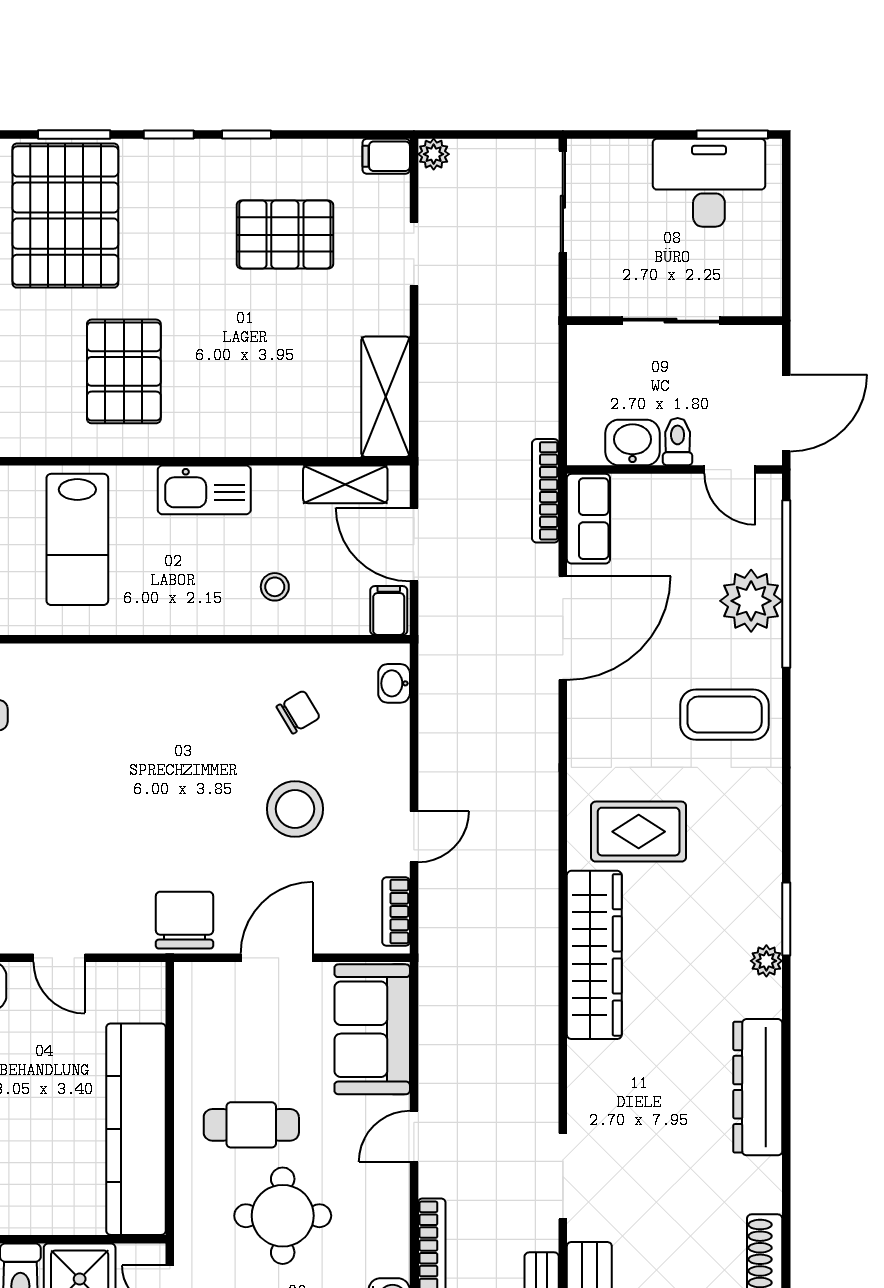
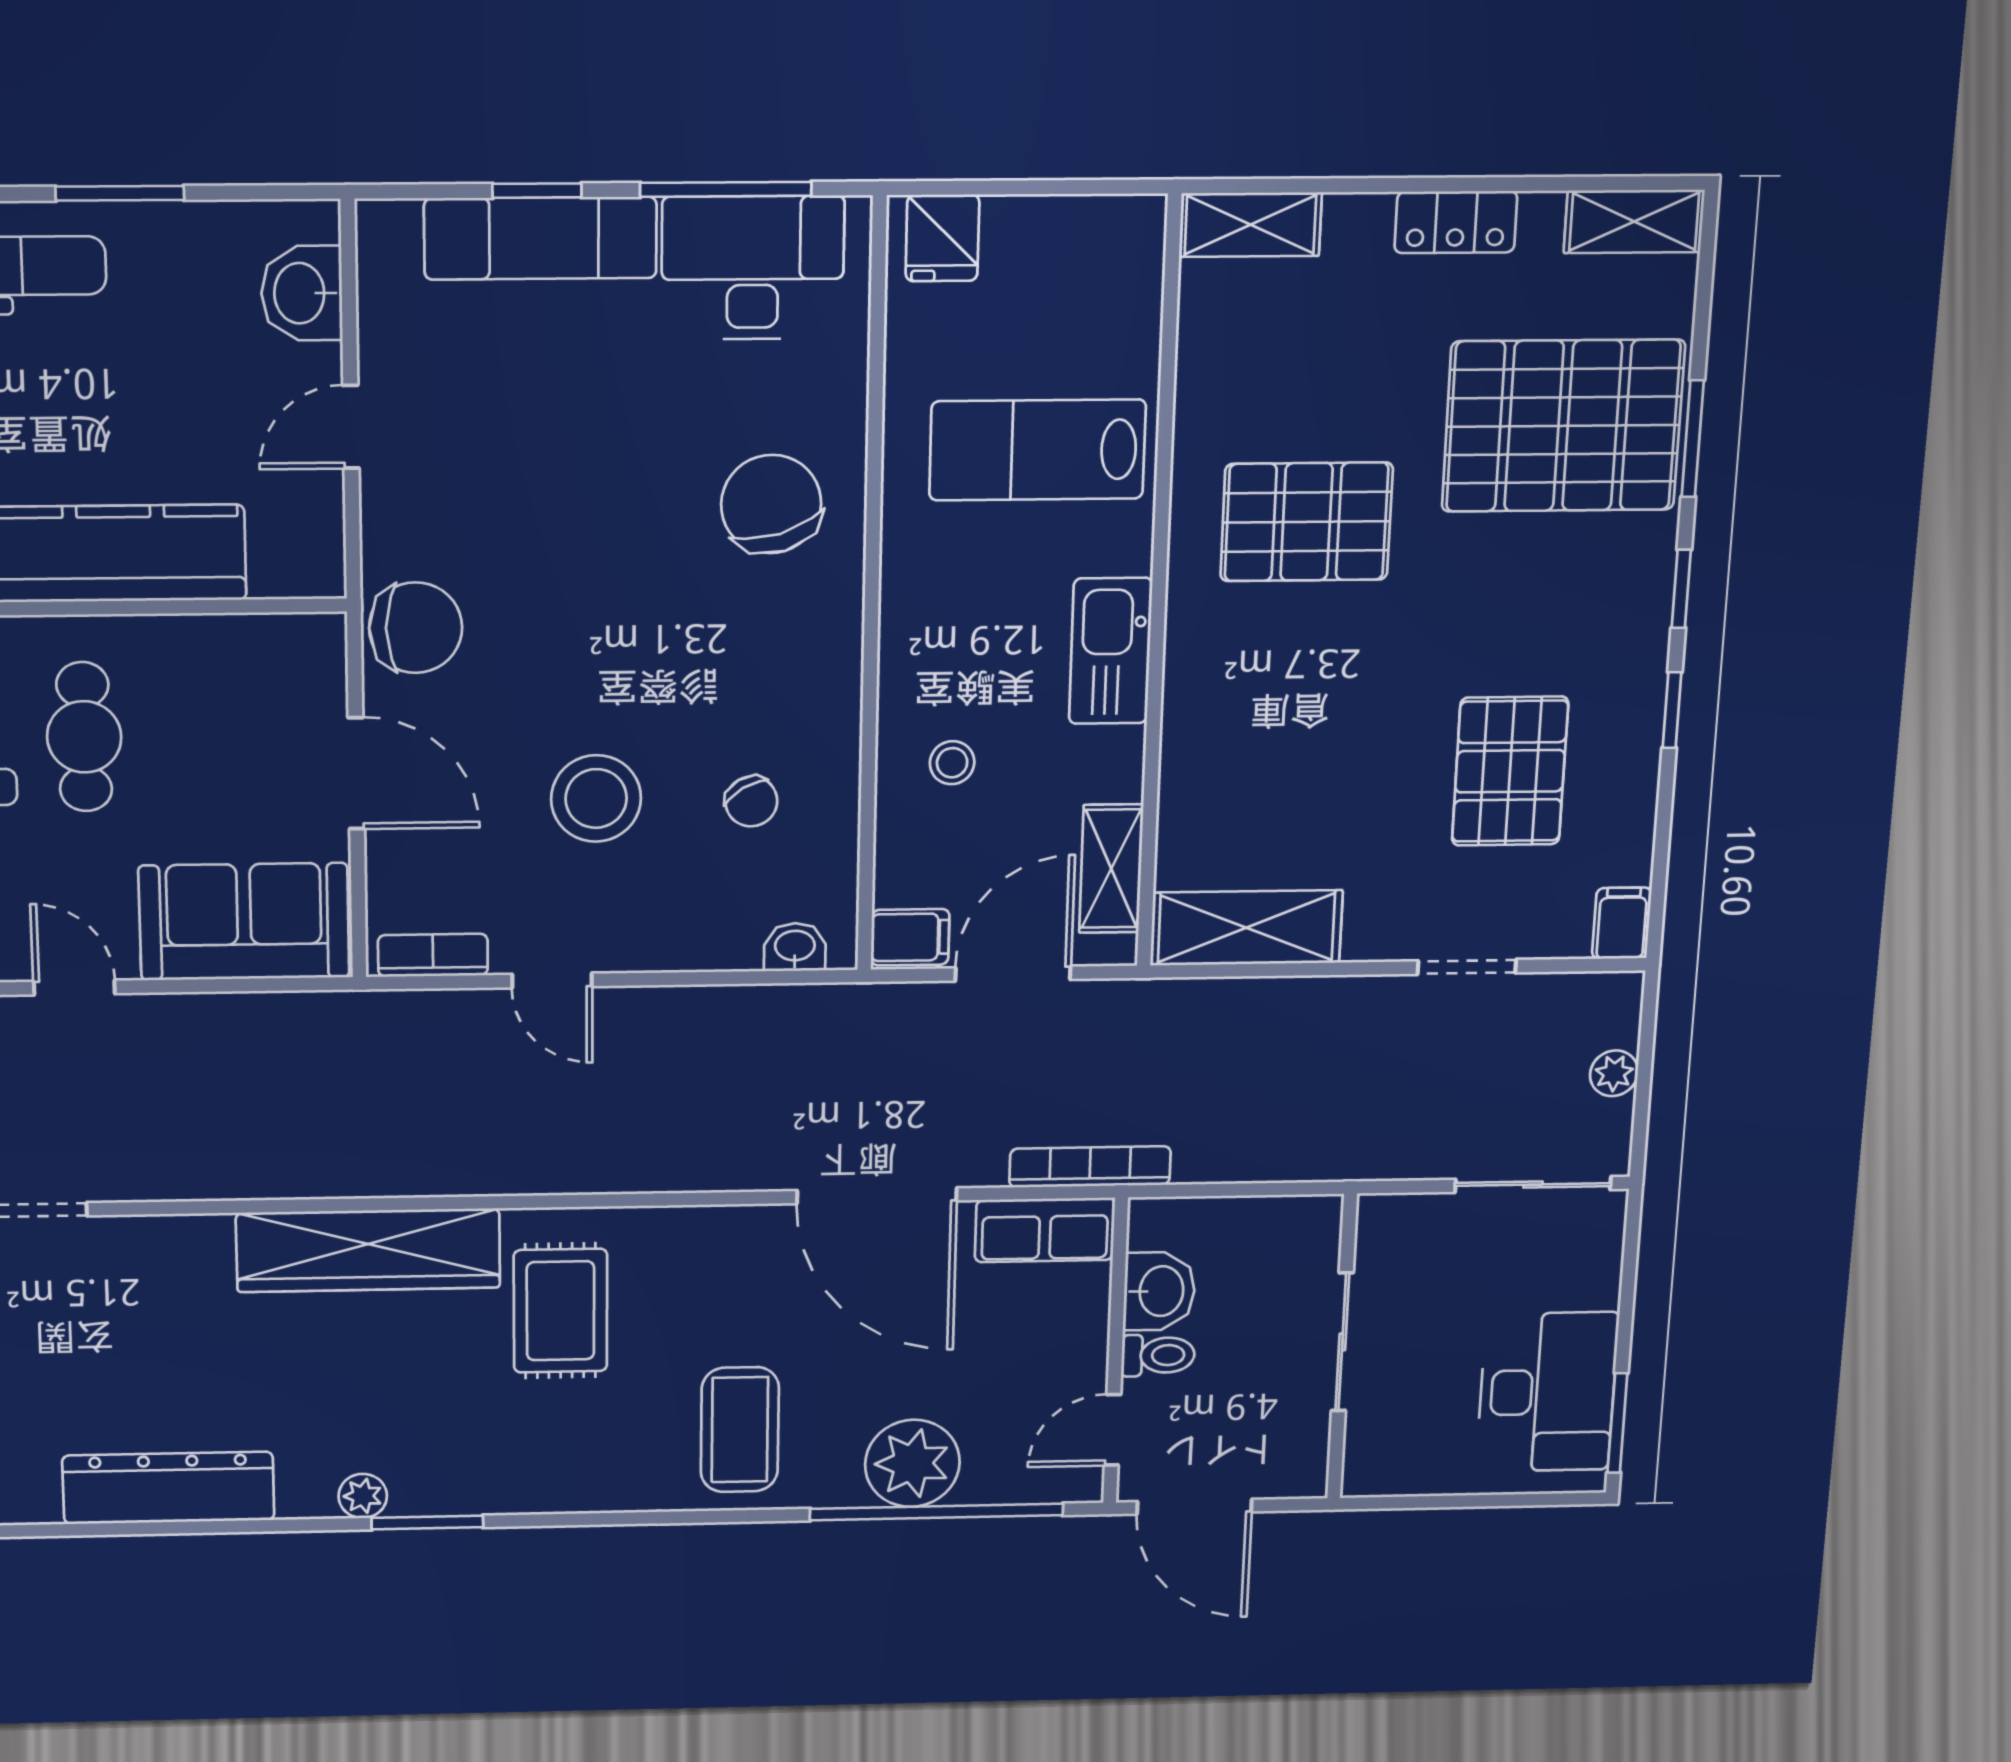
plant: (434, 154) -> (1614, 1073), moved
chair: (109, 702) -> (771, 504), added

